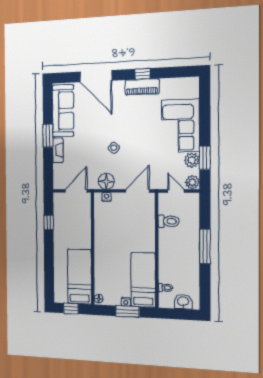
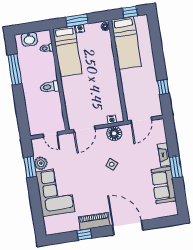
window: (143, 74) -> (84, 234), moved
door: (96, 76) -> (128, 228), moved
sofa: (63, 111) -> (164, 185), width x0.73
plant: (192, 182) -> (37, 144), removed
toilet: (169, 221) -> (50, 87), moved
window: (205, 246) -> (15, 69), moved

